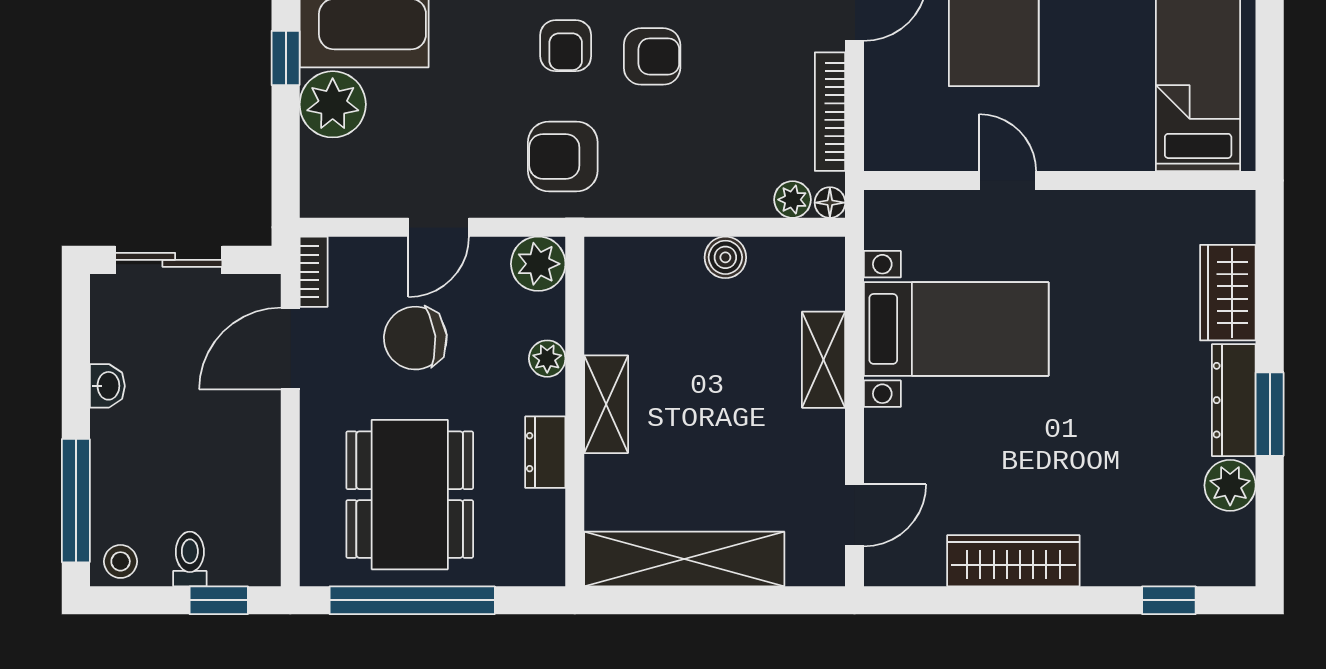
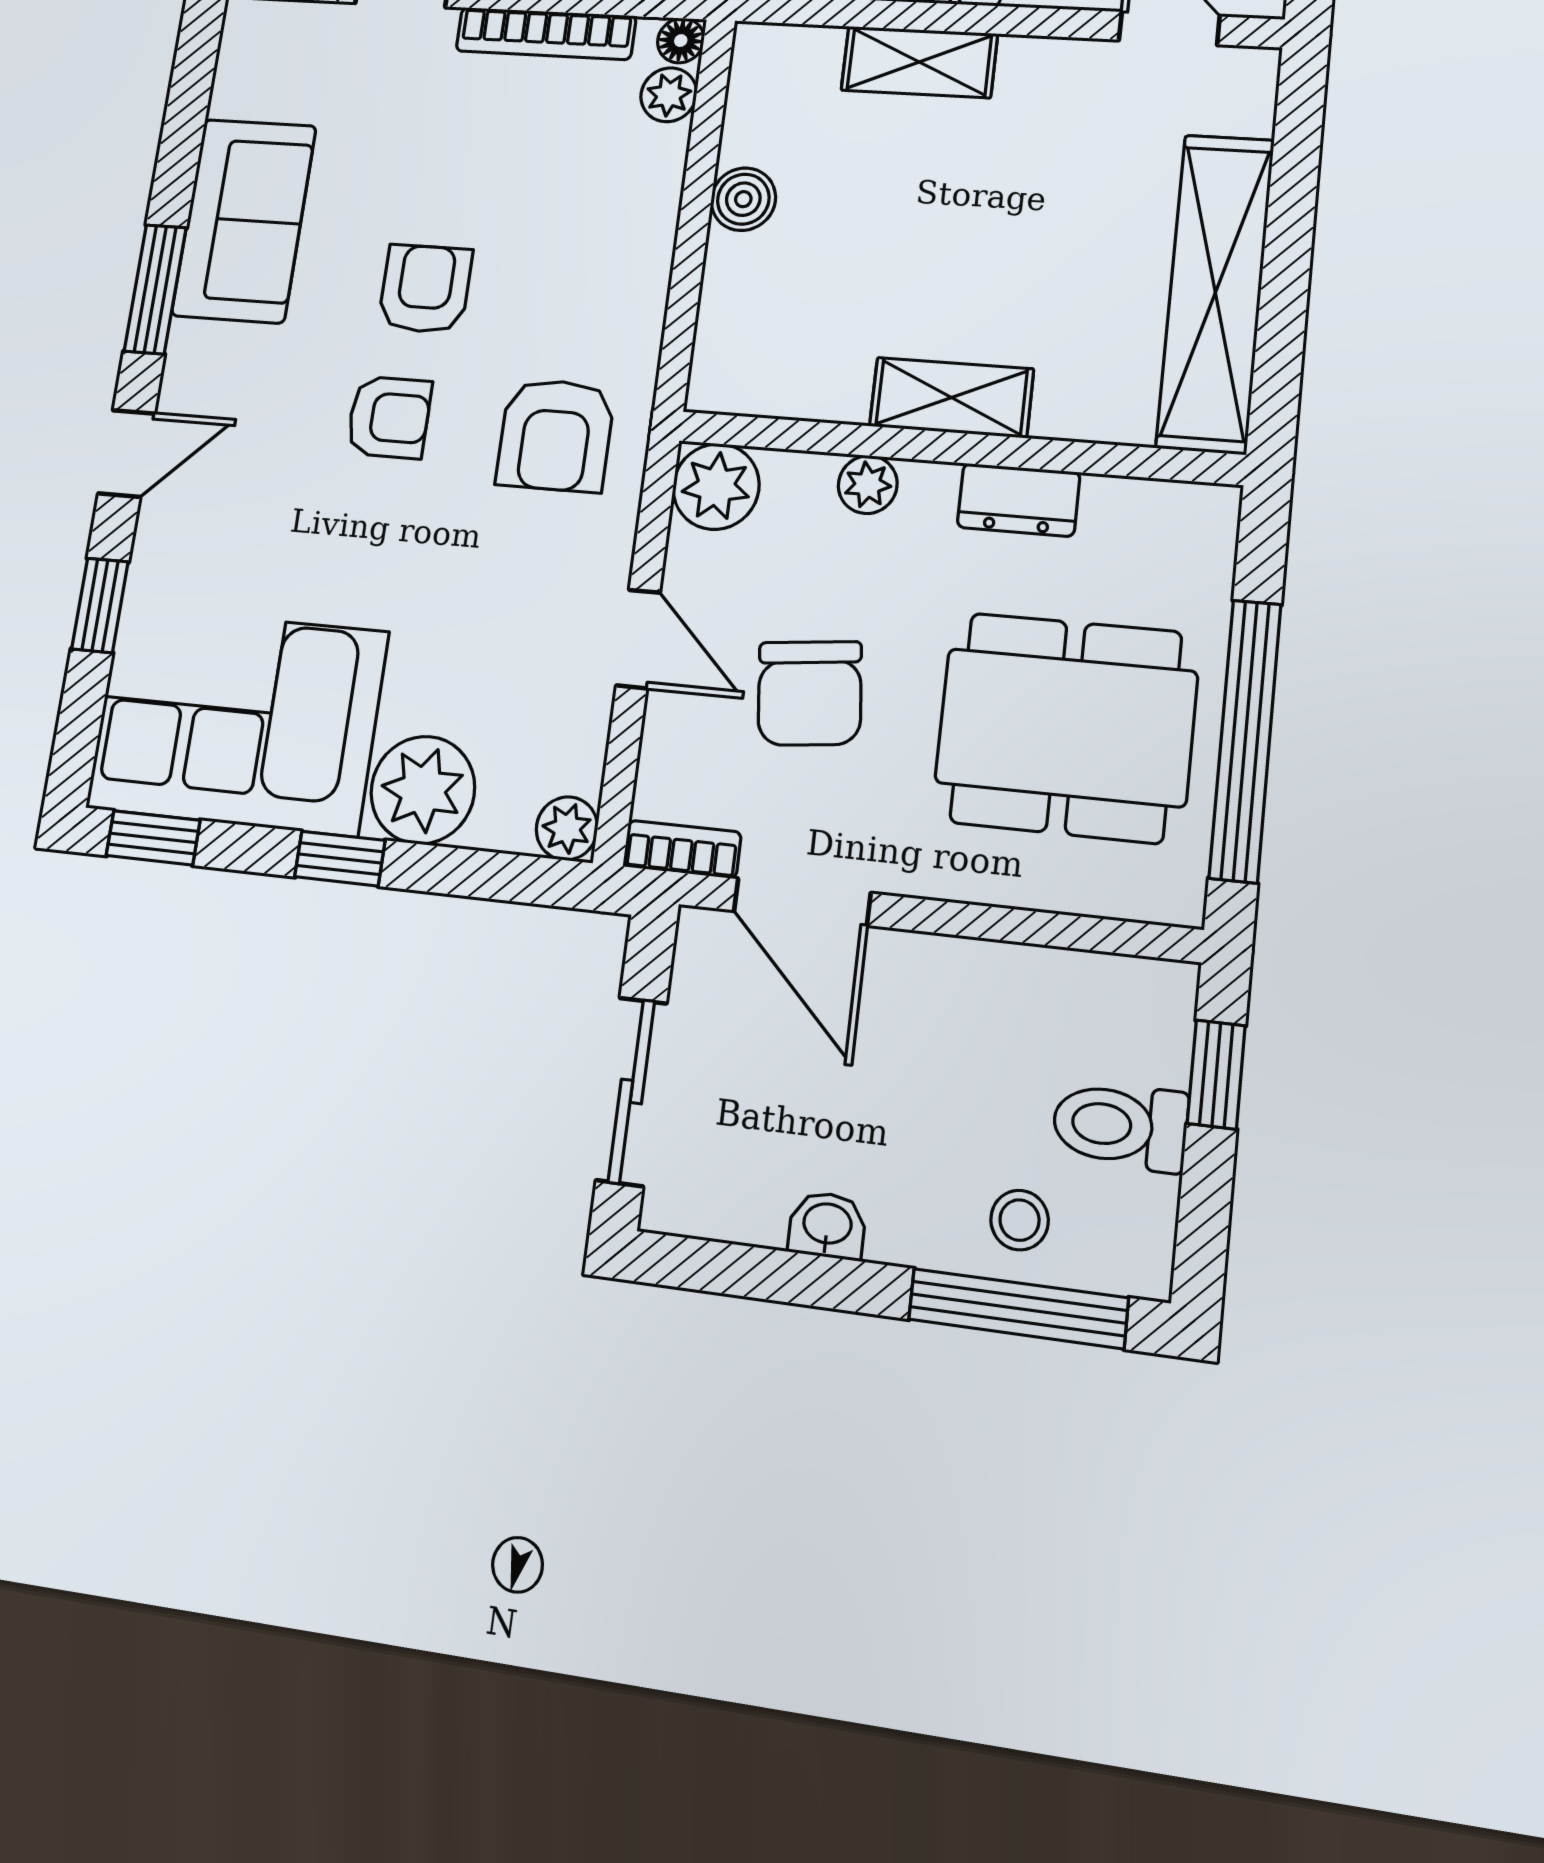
plant: (319, 199) -> (567, 828), added
toilet: (190, 559) -> (1120, 1126), width x1.37, depth x1.39
stool: (121, 561) -> (1020, 1220), moved

